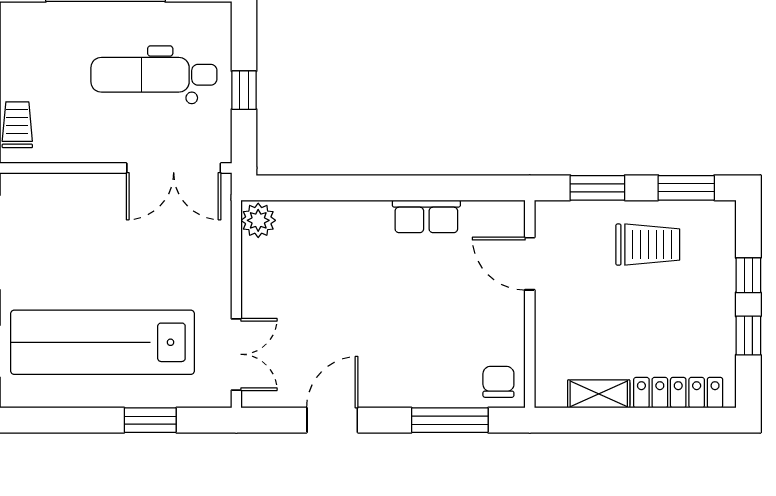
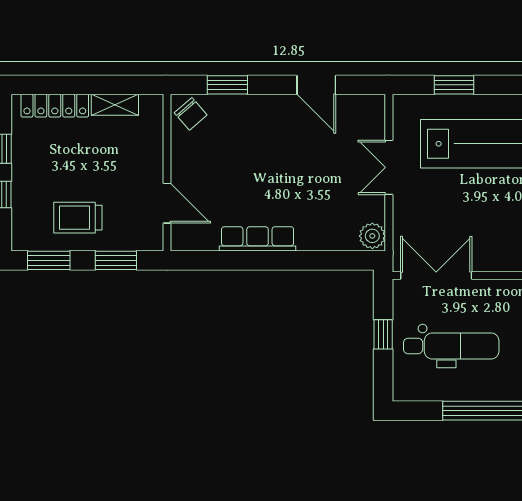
row of seats: (426, 216) -> (258, 239), width x1.48
double door: (236, 354) -> (389, 167), moved
chair: (498, 382) -> (191, 114), turned -41
door: (332, 420) -> (316, 85), hinge flipped
window: (450, 420) -> (227, 85), width x0.69

